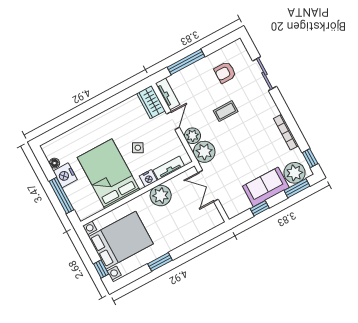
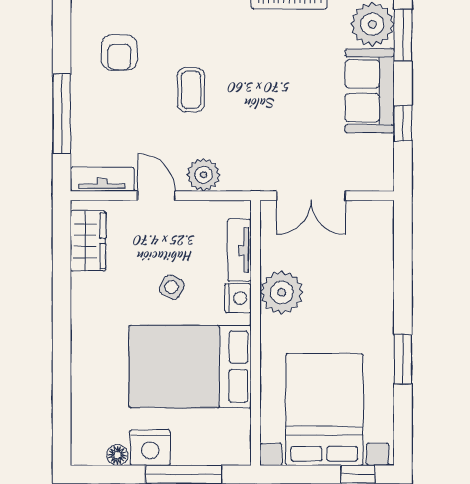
wardrobe: (151, 102) -> (88, 241), moved, turned -90
plant: (204, 152) -> (245, 169), removed

